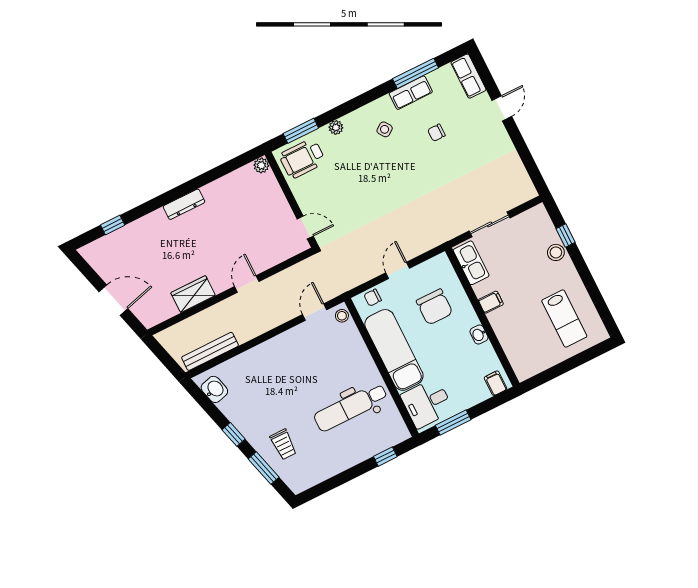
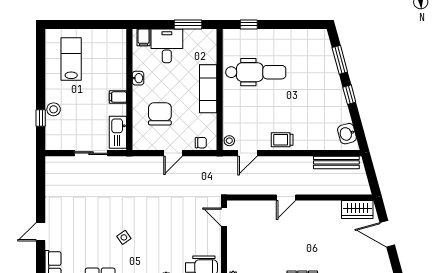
side table: (385, 129) -> (124, 237), moved
chair: (436, 133) -> (96, 238), removed
wardrobe: (193, 294) -> (357, 209), moved
exam couch: (394, 350) -> (208, 89), width x0.73, depth x0.69
desk: (427, 403) -> (167, 46), moved, turned -90
trolley: (283, 444) -> (282, 140), moved, turned -90

